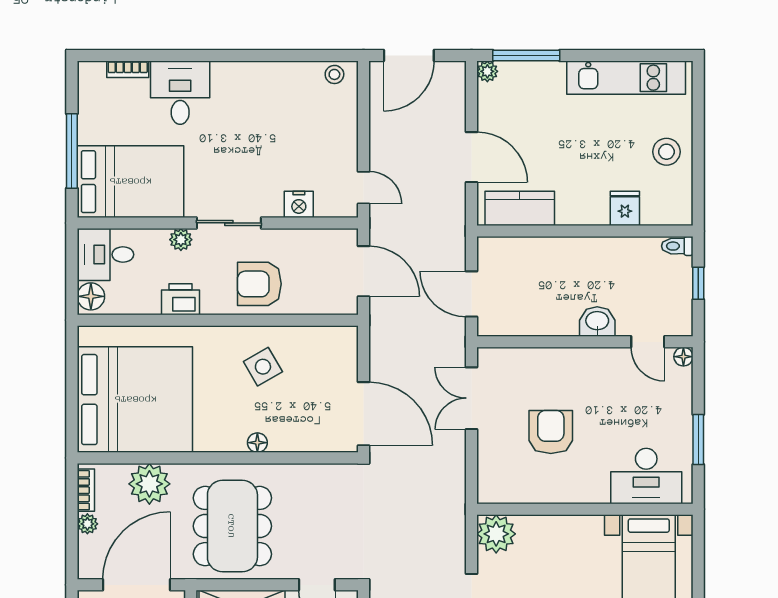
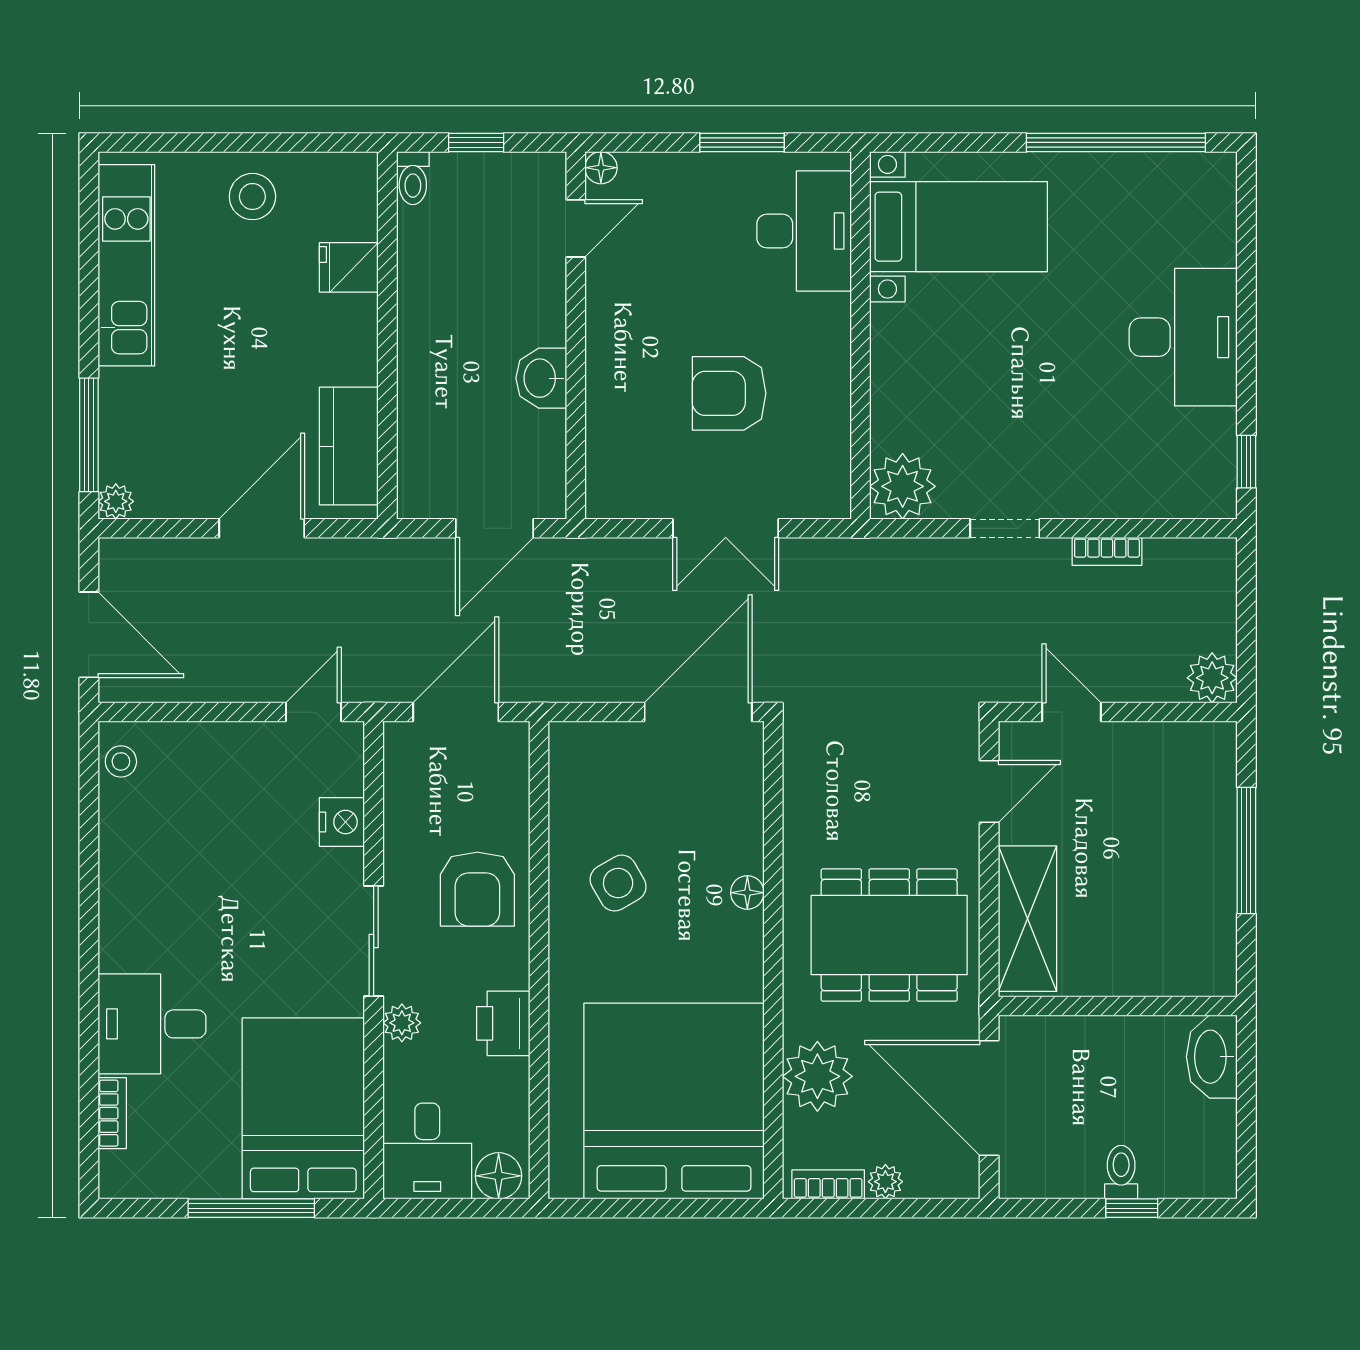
washbasin: (597, 322) -> (541, 378), moved
double door: (471, 398) -> (726, 528), moved

